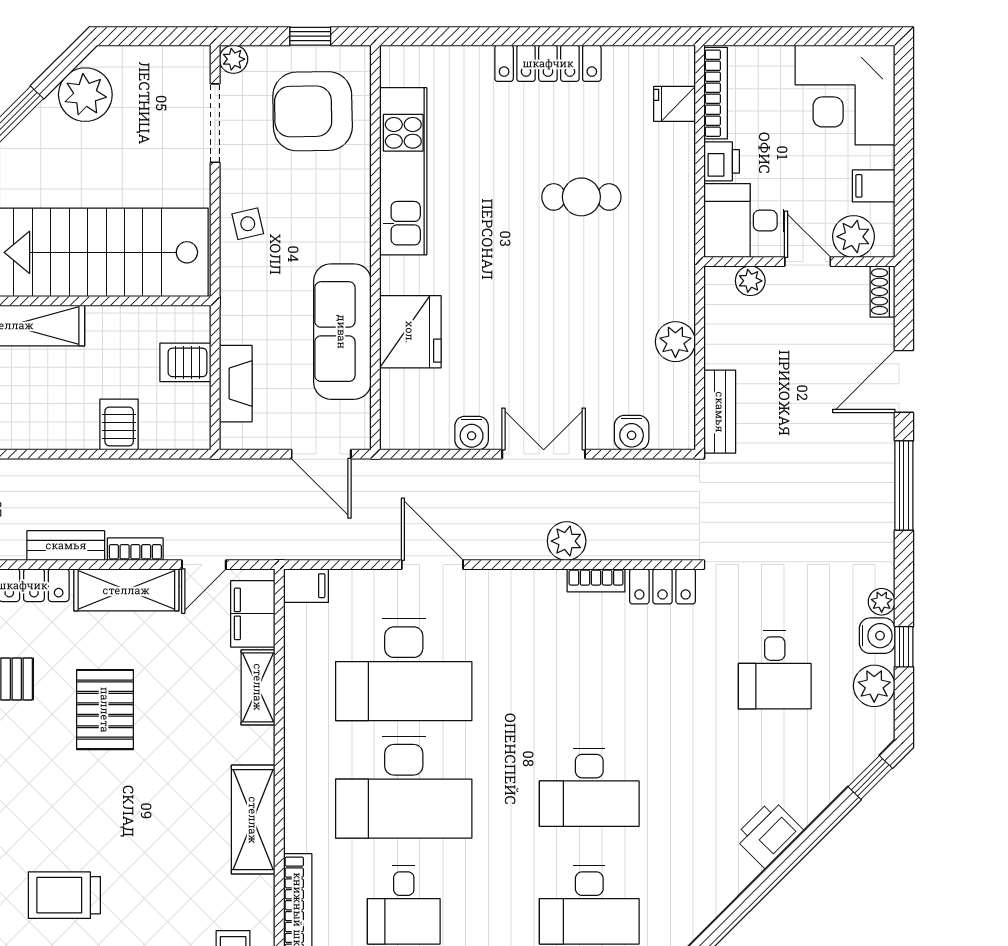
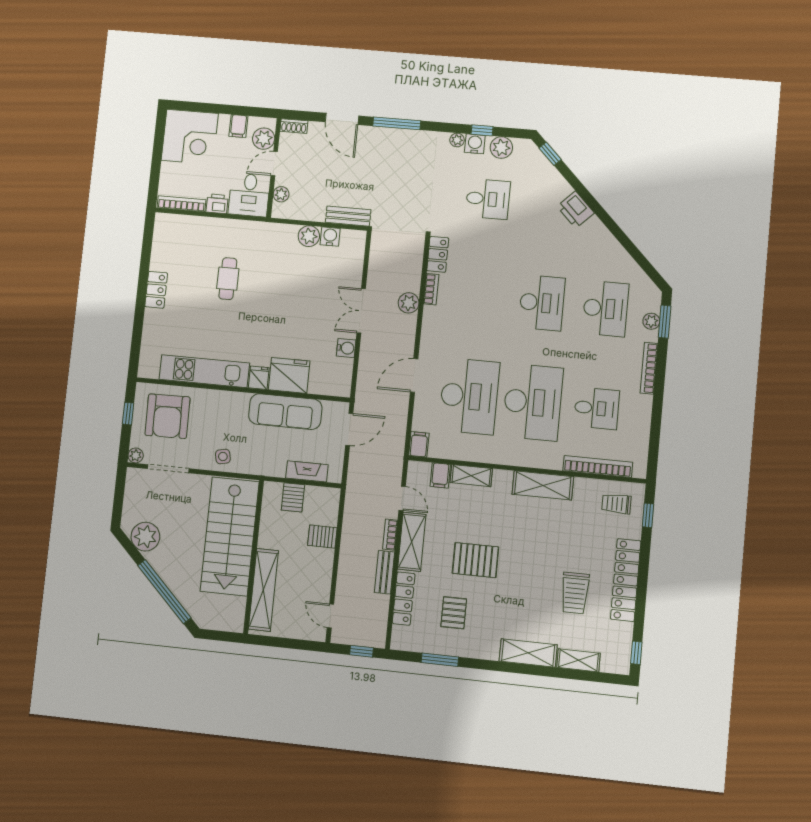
locker: (548, 63) -> (156, 290), width x0.66
fridge: (675, 104) -> (259, 378), moved, turned 180
water cooler: (632, 433) -> (330, 237), moved, turned -90
filing cabinet: (253, 614) -> (440, 475), width x0.50

